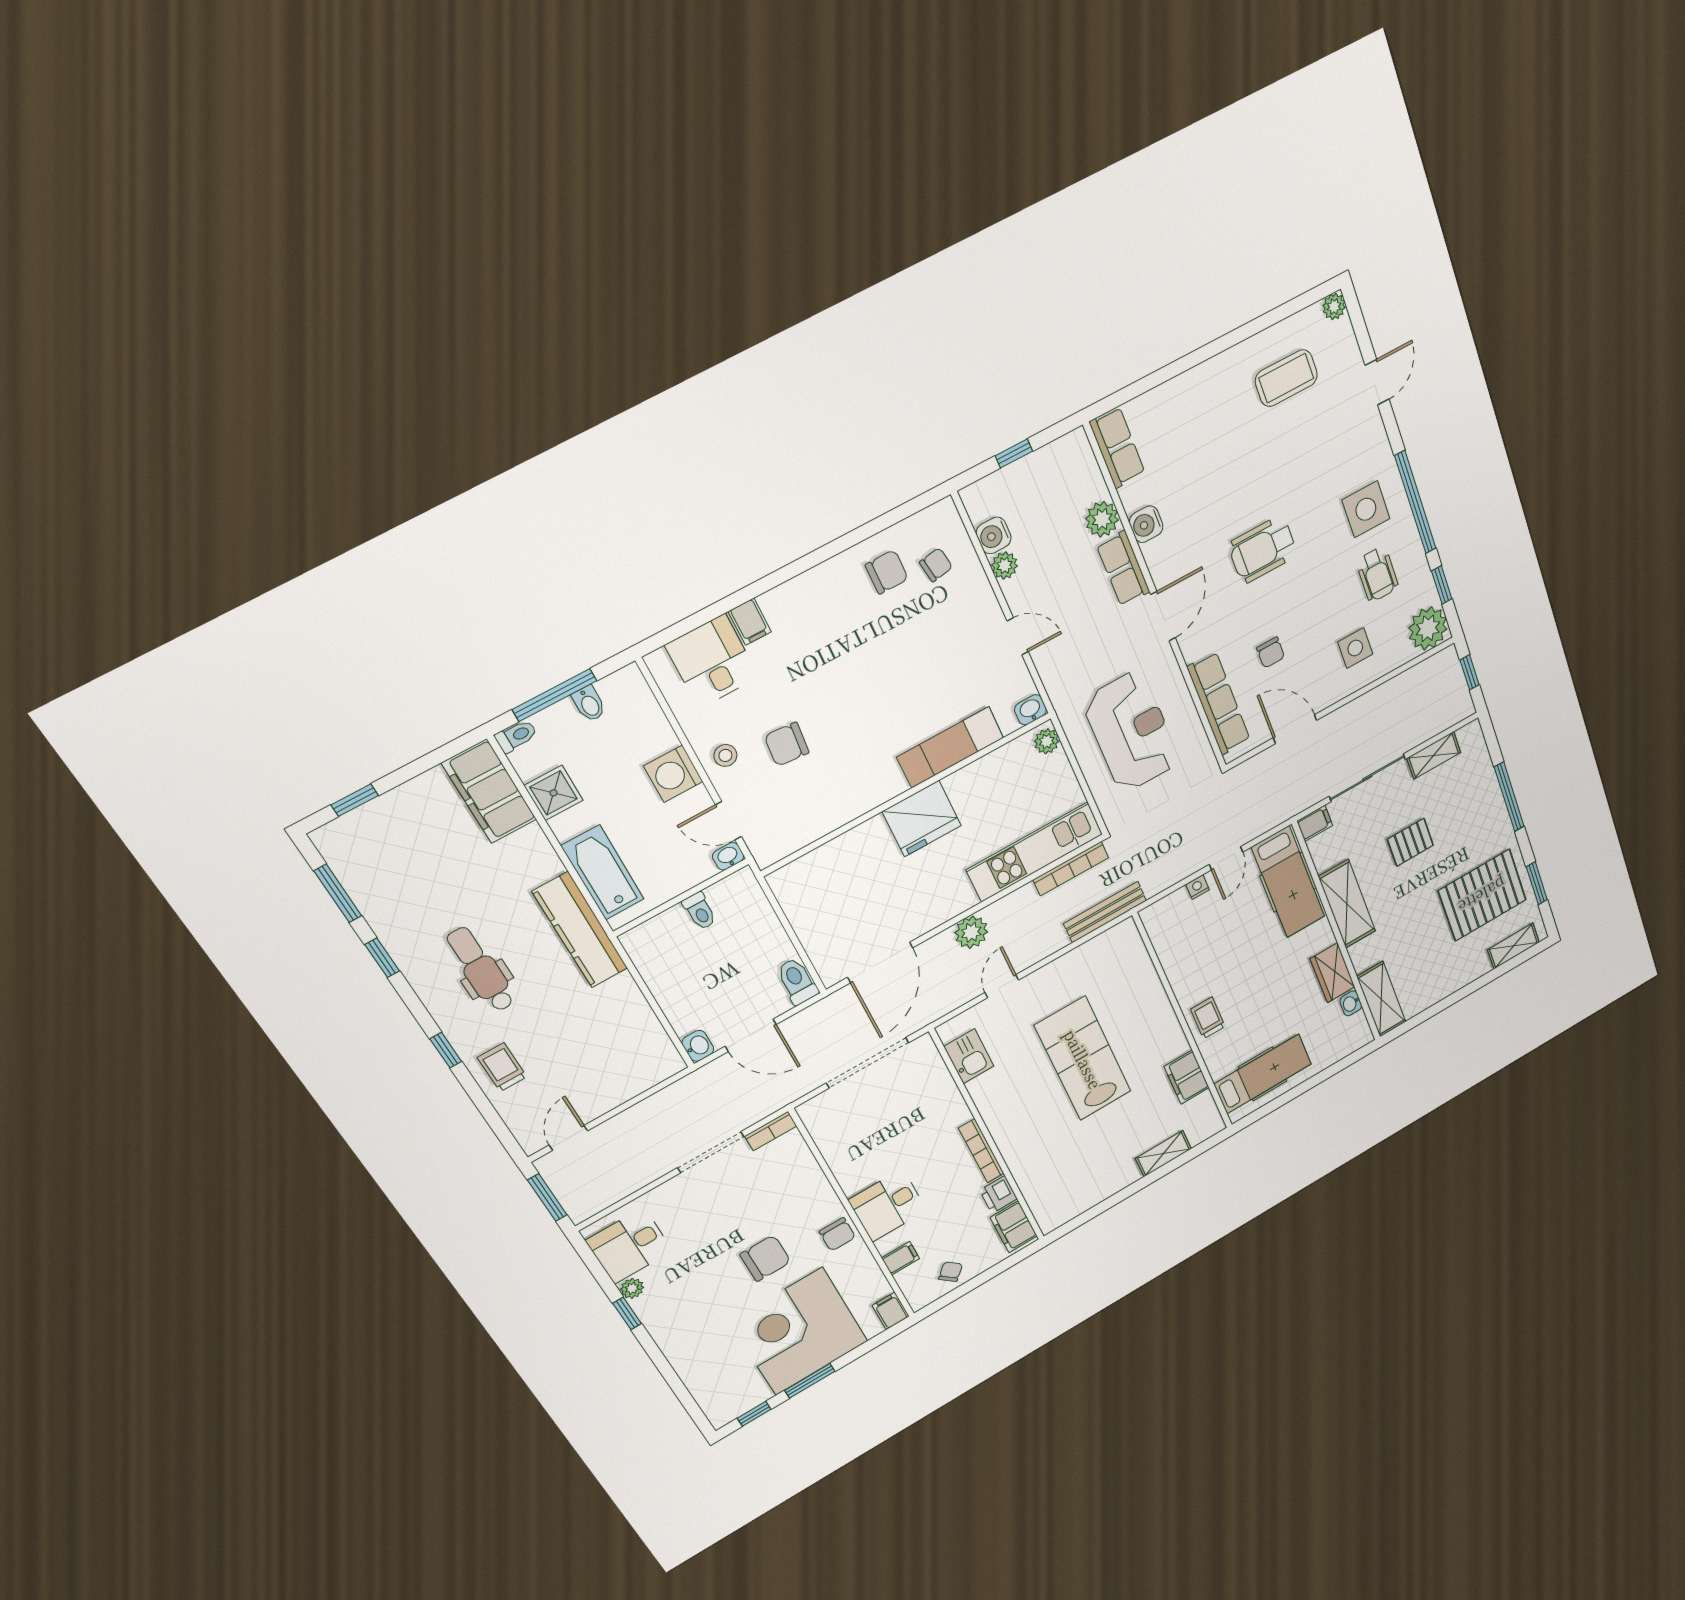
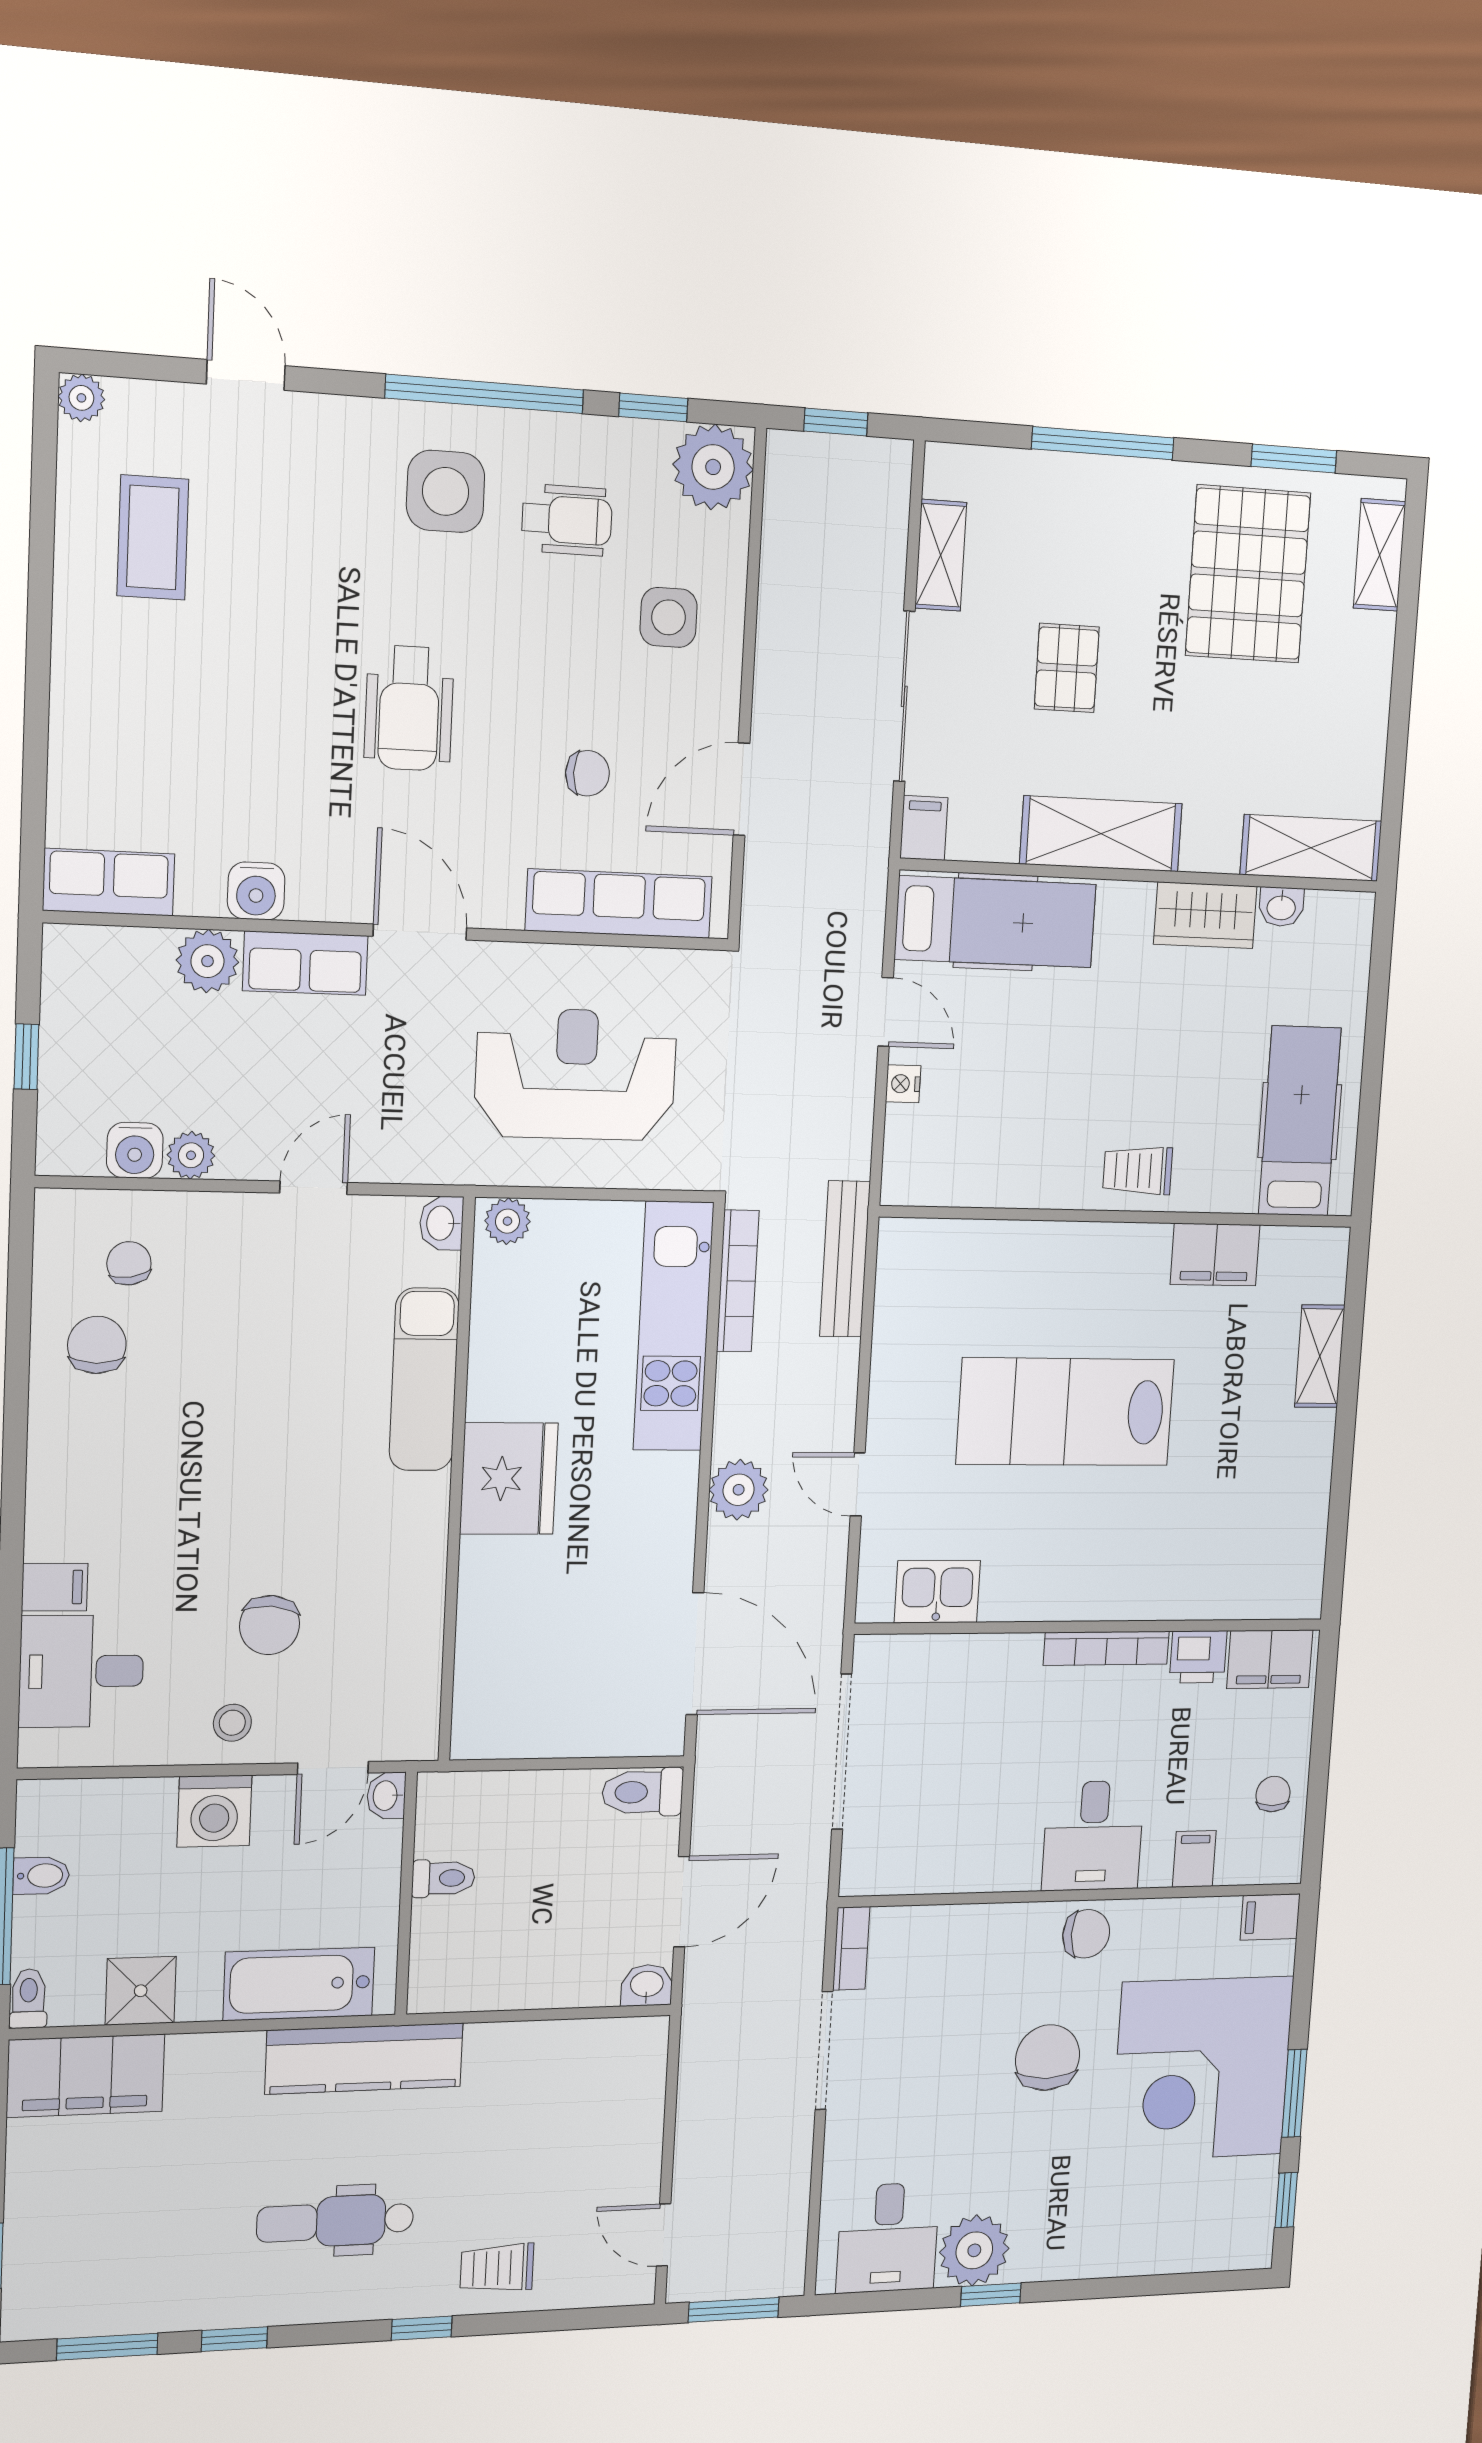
chair: (951, 1272) -> (1273, 1794), turned 47
plant: (632, 1288) -> (974, 2250), width x1.87, depth x1.87

